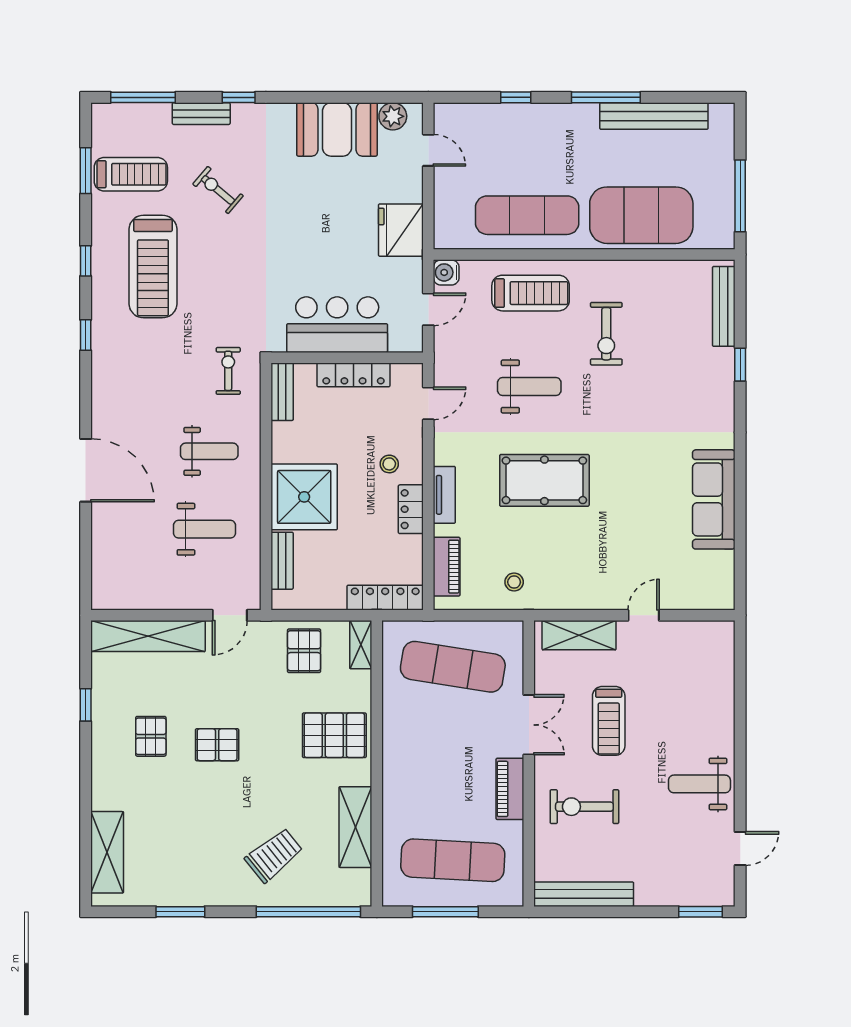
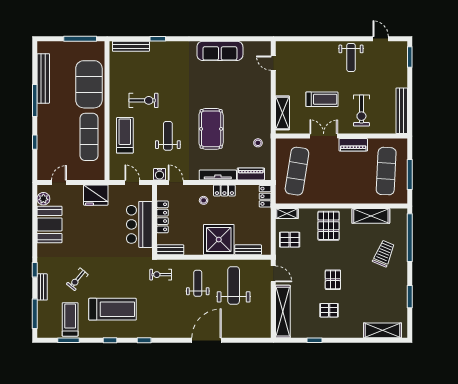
water cooler: (446, 272) -> (160, 174), moved
tv unit: (444, 495) -> (218, 175), width x1.41
weight bench: (205, 529) -> (234, 285), width x1.36, depth x1.33
locker: (385, 598) -> (265, 196), width x0.66
door: (644, 615) -> (273, 63), moved
trolley: (274, 855) -> (384, 254), turned 62

